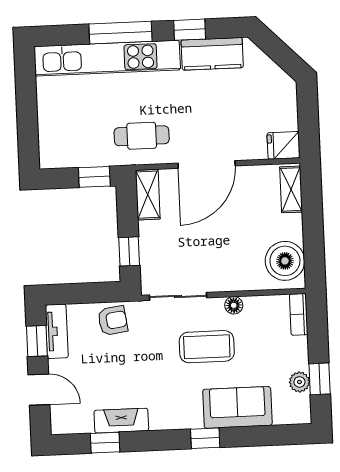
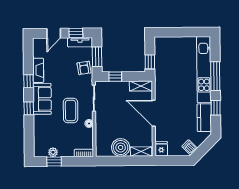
dishwasher: (278, 84) -> (190, 147), added
cafe table: (142, 136) -> (168, 84), removed
boiler: (285, 261) -> (121, 147), moved
window: (87, 293) -> (97, 57), added
sofa: (237, 407) -> (42, 99), moved
window: (105, 443) -> (29, 81), moved

